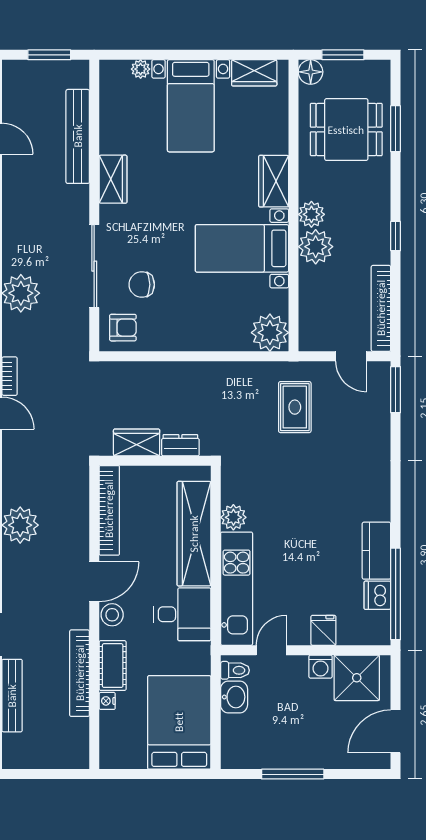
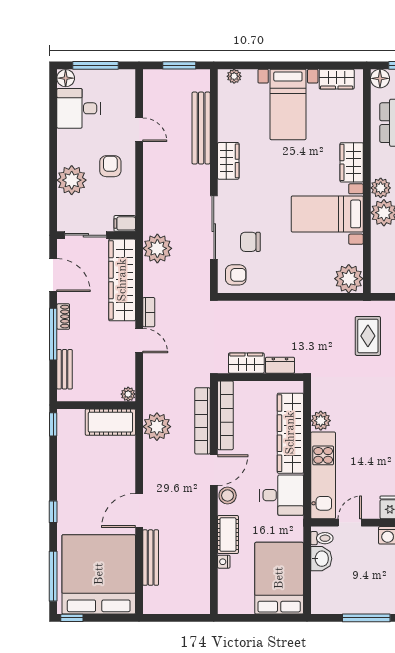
plant: (141, 69) -> (234, 76), moved
bookcase: (80, 673) -> (202, 421), moved

